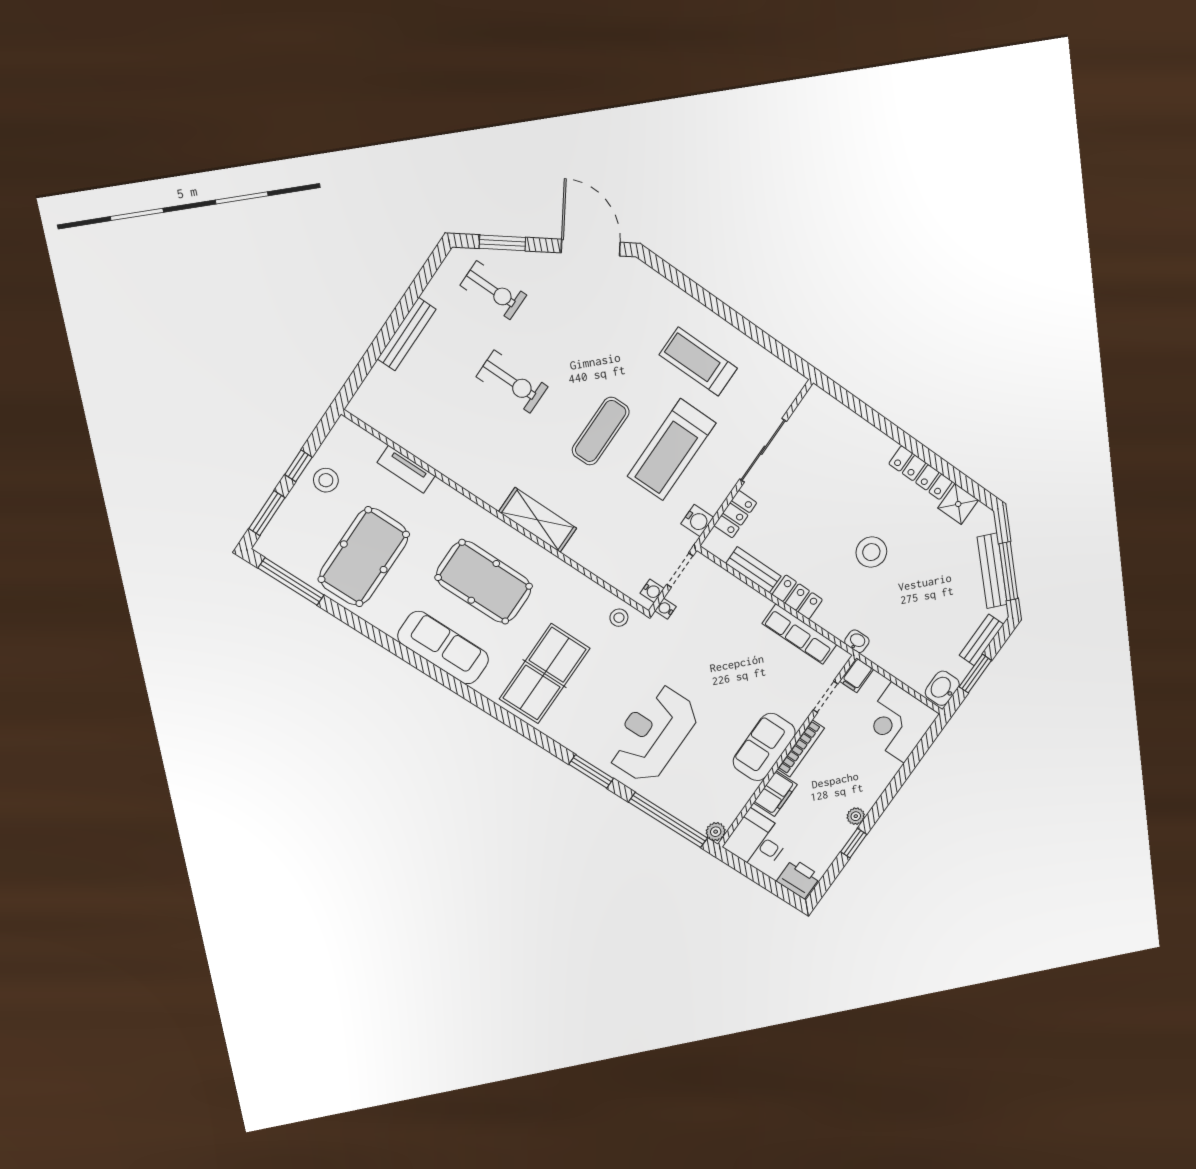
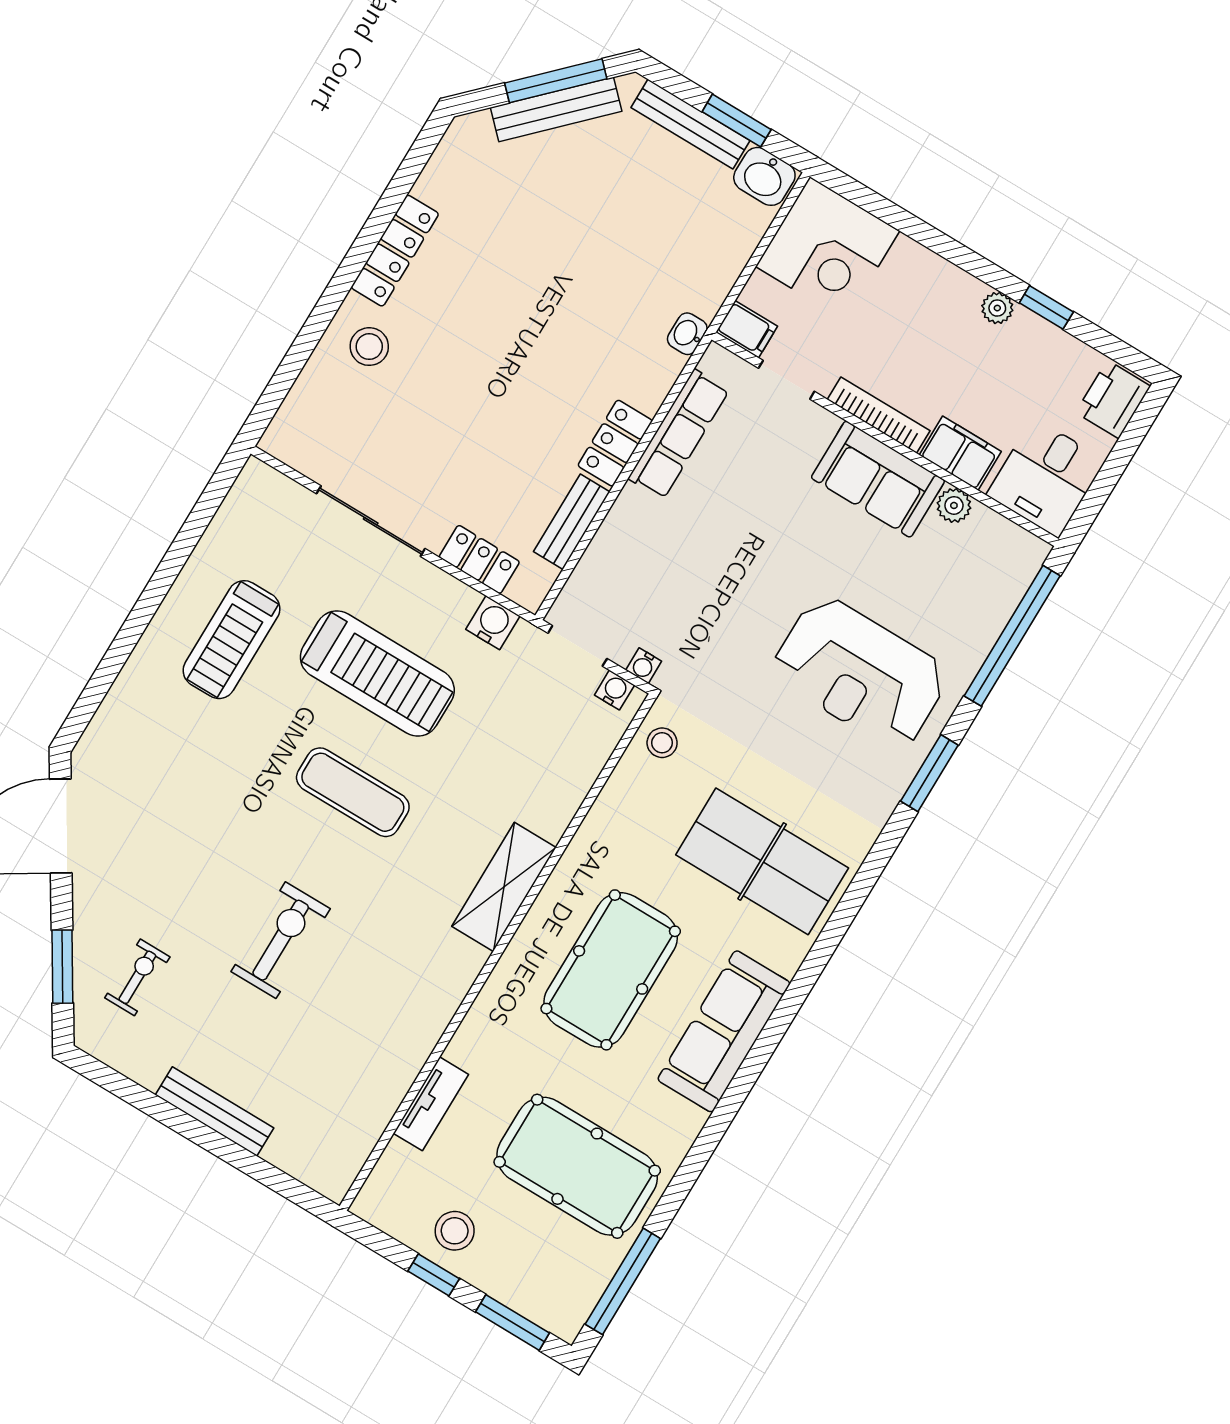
exercise bike: (493, 290) -> (137, 977), width x0.73, depth x0.72
shower: (958, 504) -> (445, 181), removed
stool: (871, 552) -> (369, 347), moved, width x0.73, depth x0.73
bench: (981, 640) -> (690, 124), width x1.36
plant: (716, 832) -> (954, 505), moved

